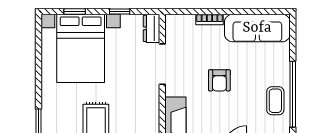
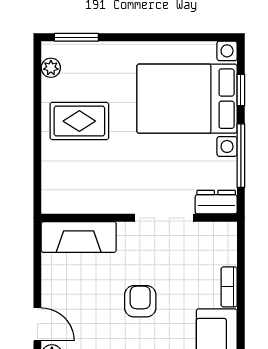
window: (120, 11) -> (241, 156), width x2.17
armchair: (219, 80) -> (140, 301), turned 90

